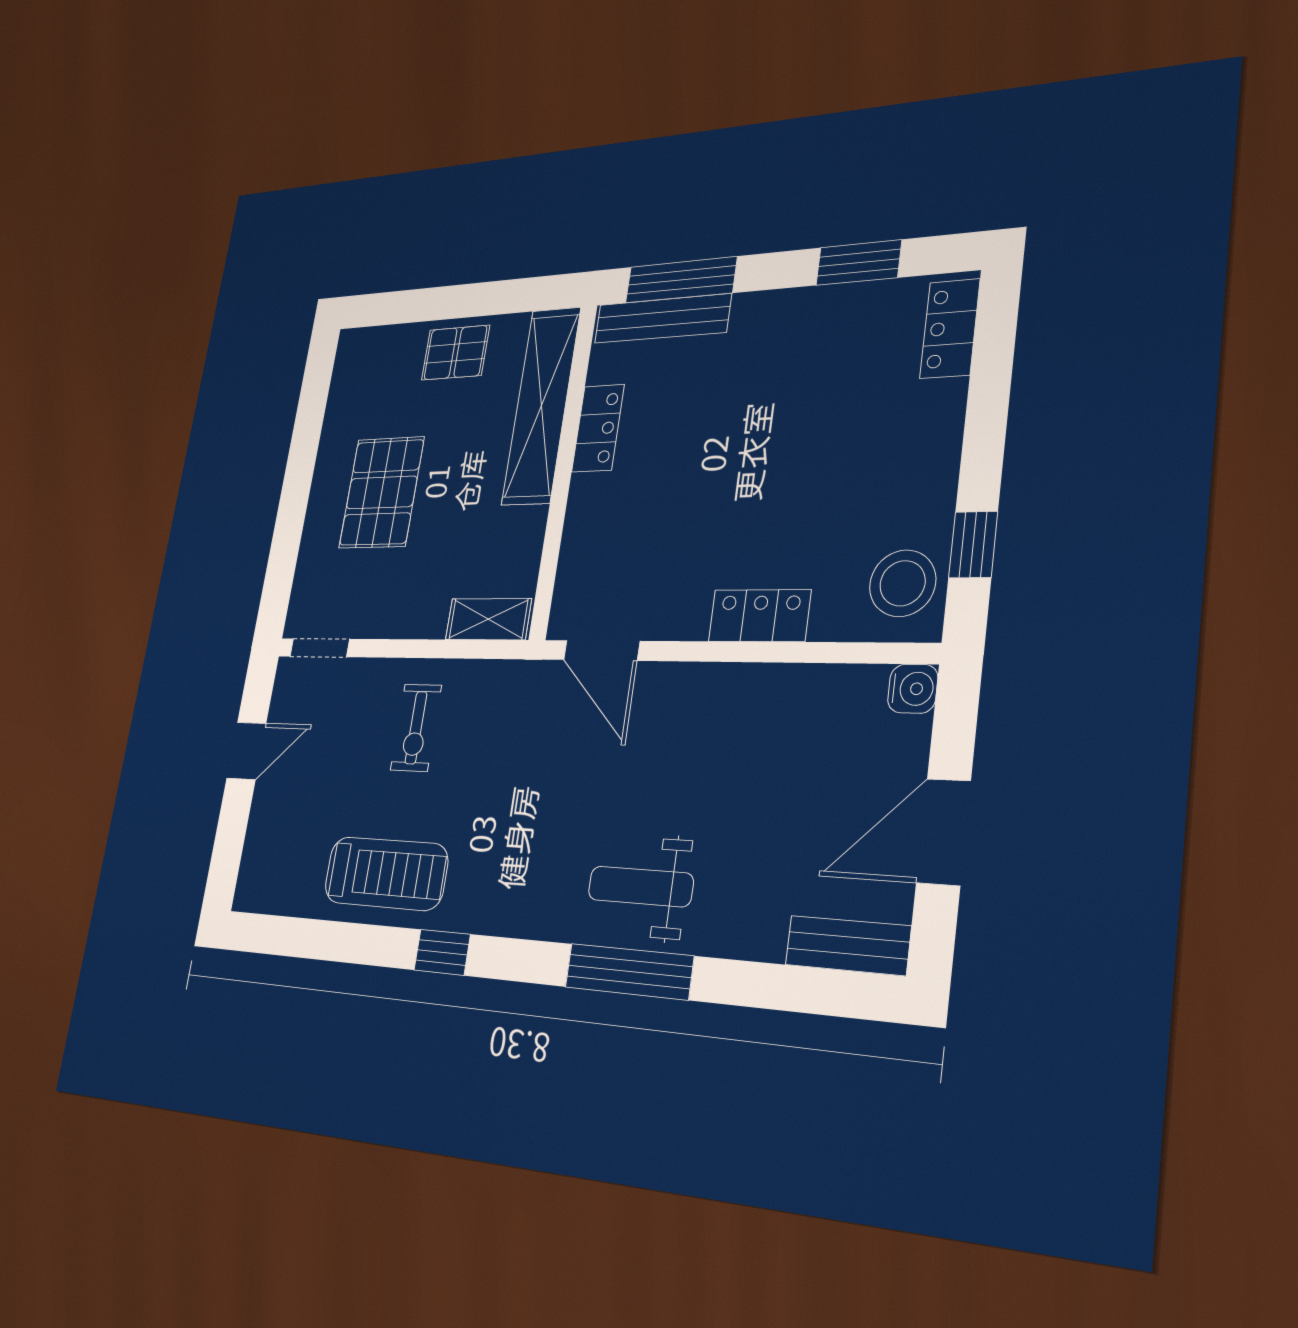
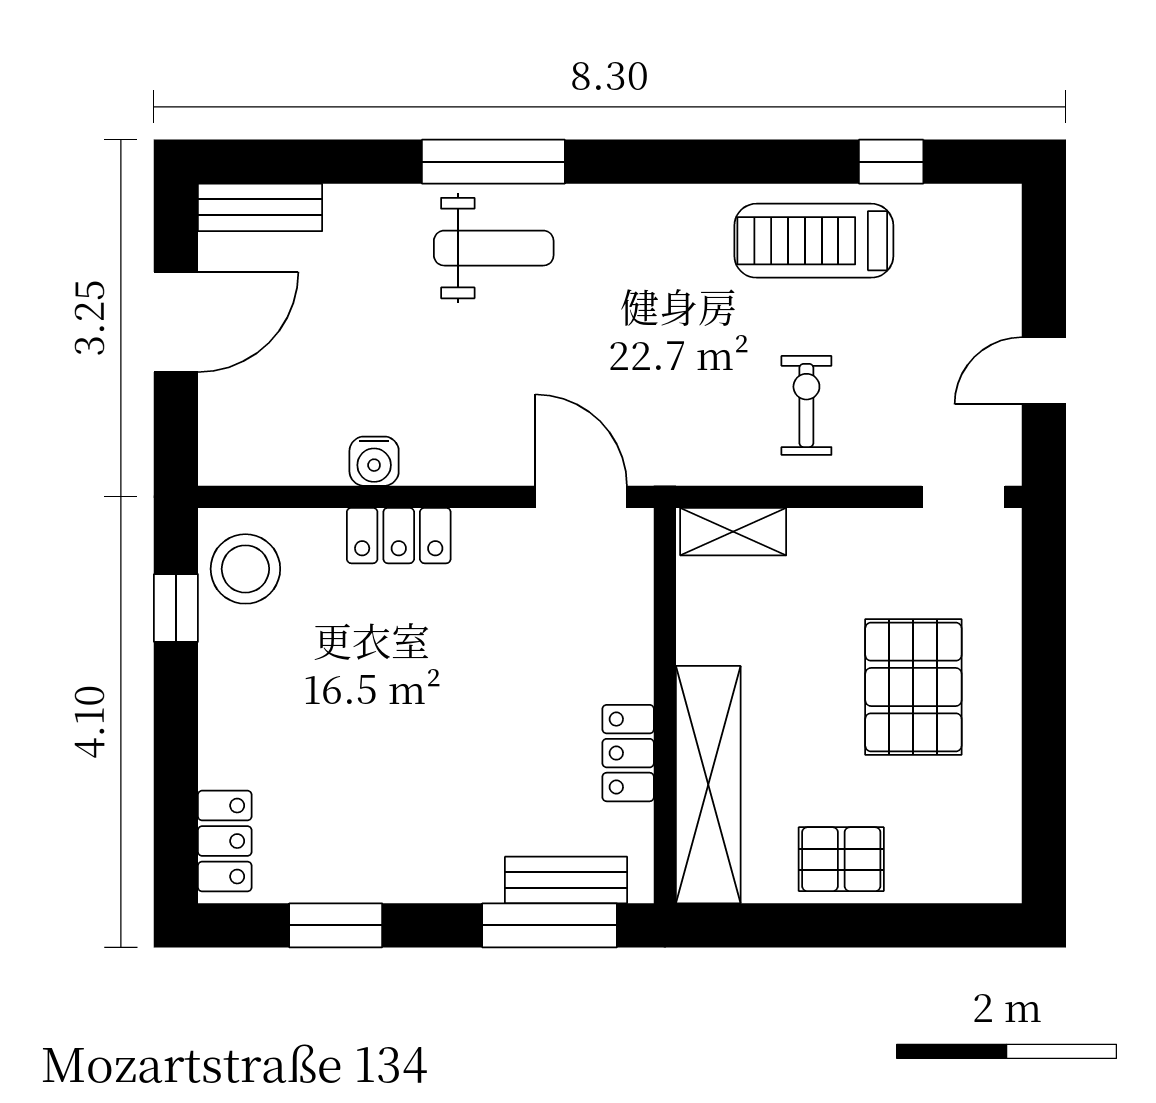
bench: (662, 319) -> (566, 880), width x0.73
water cooler: (913, 689) -> (374, 461), moved, turned -90
window: (442, 952) -> (891, 162), moved

